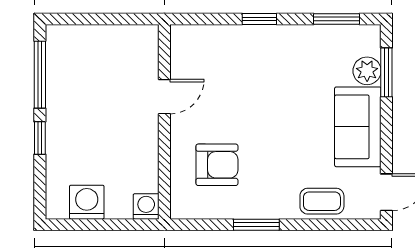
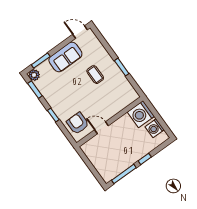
plant: (367, 71) -> (34, 75), moved
armchair: (217, 165) -> (78, 123), moved
coffee table: (322, 201) -> (95, 75), moved
washing machine: (146, 206) -> (141, 114), width x1.89, depth x1.89

